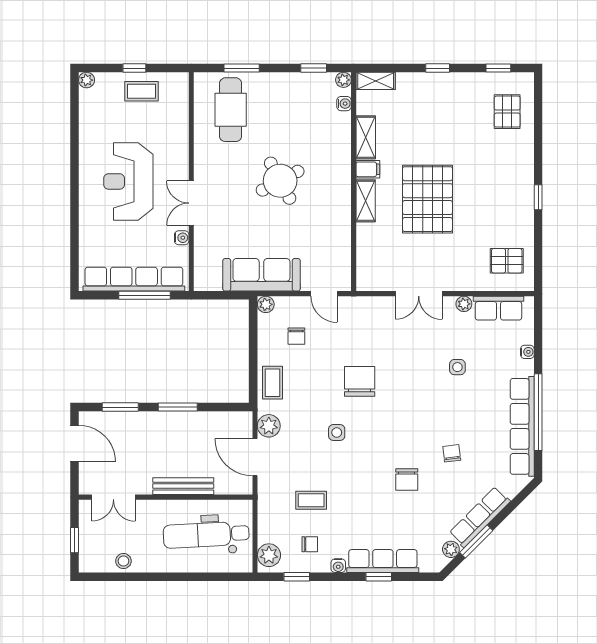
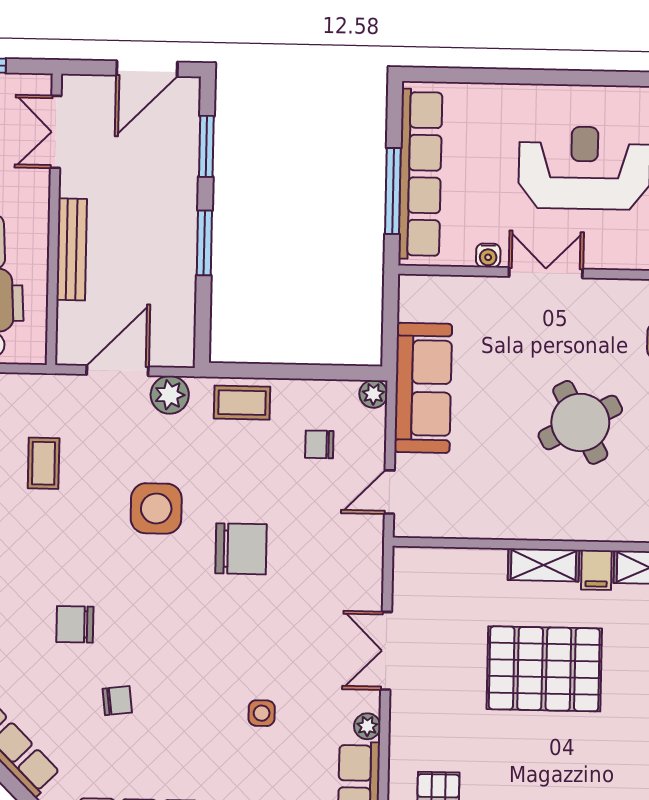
side table: (337, 432) -> (156, 508), width x1.87, depth x1.87

